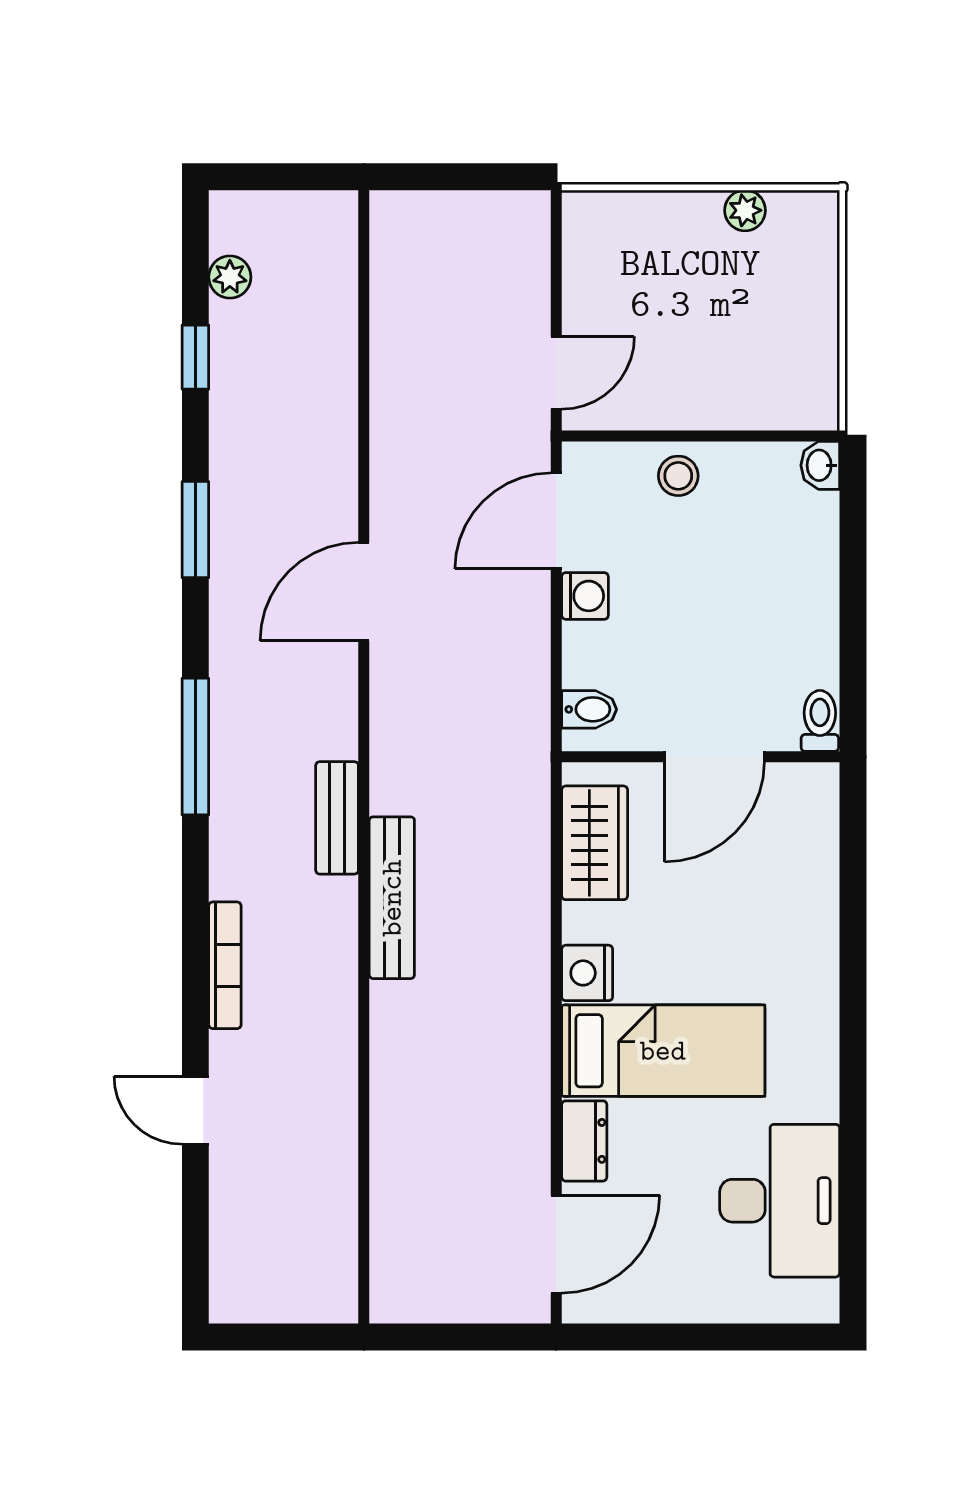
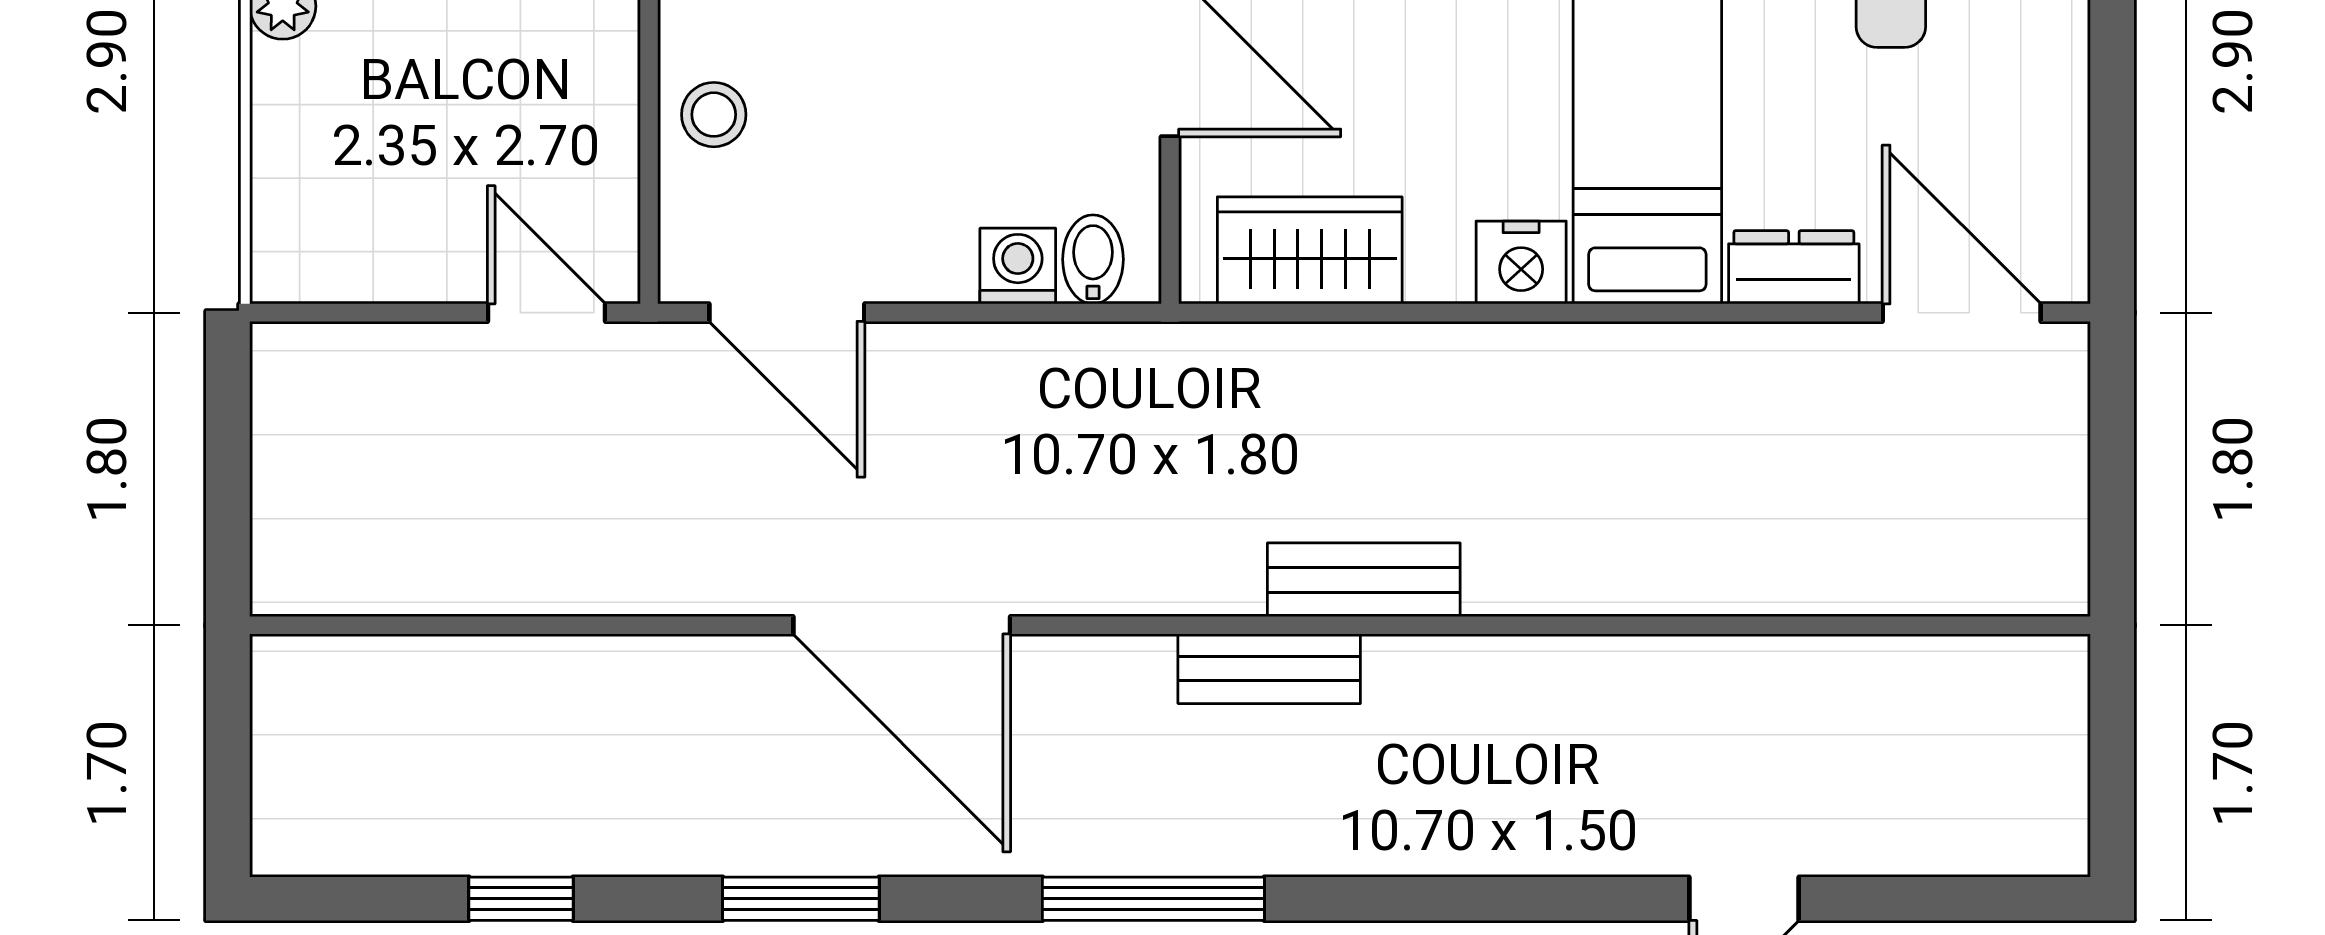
plant: (230, 277) -> (391, 843), removed
door: (364, 592) -> (902, 625), width x1.36
washing machine: (585, 596) -> (1018, 266), moved
bench: (392, 898) -> (1364, 580), width x0.73
bookcase: (225, 965) -> (1509, 851), removed

